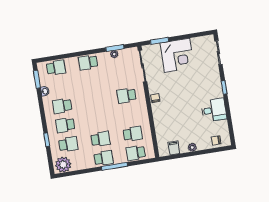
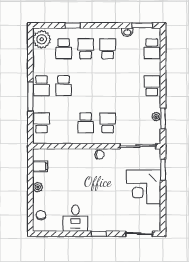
school desk: (133, 134) -> (86, 123), moved

